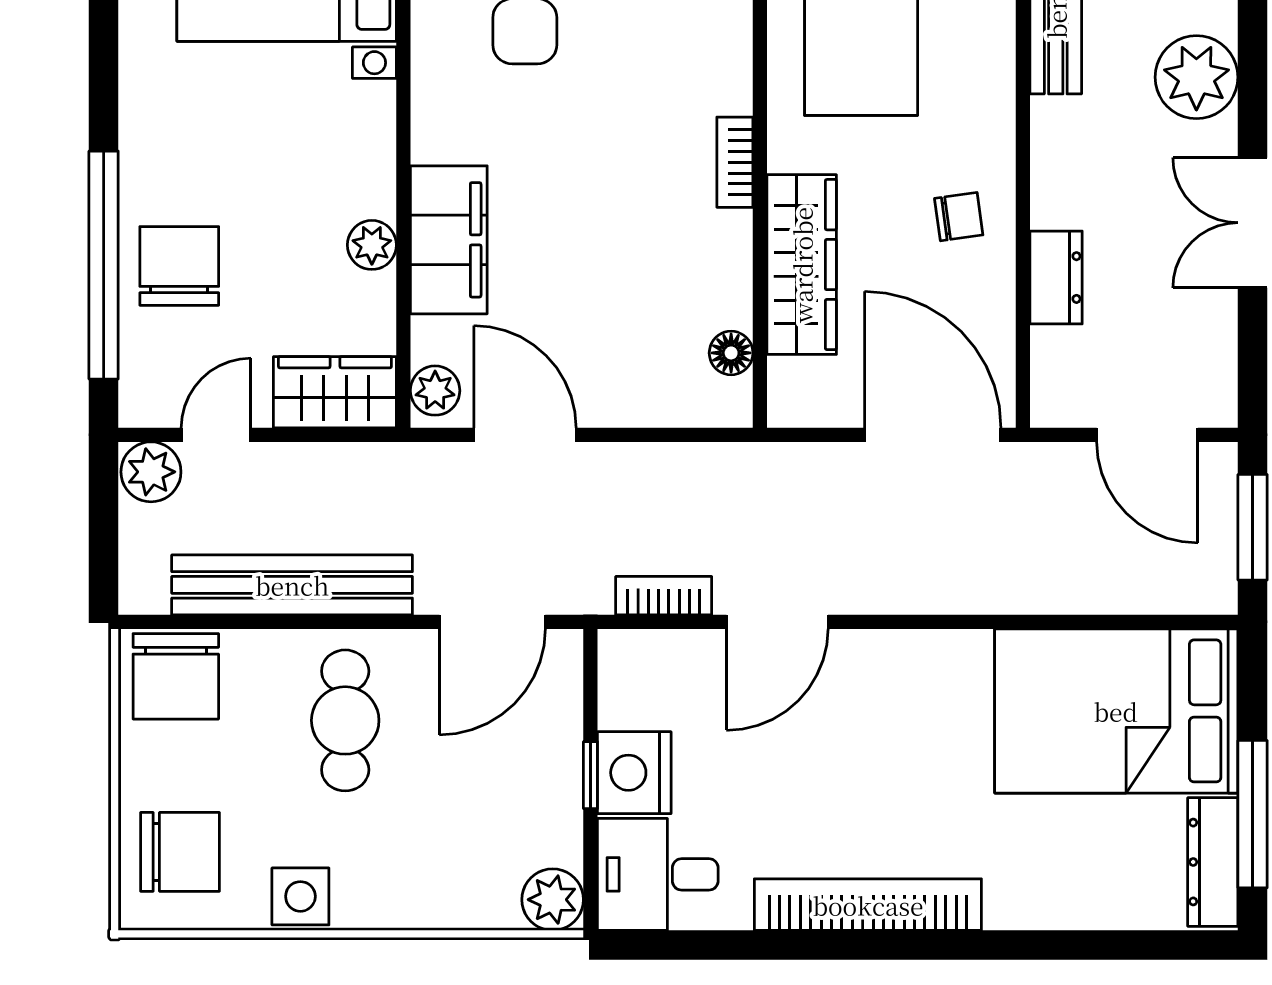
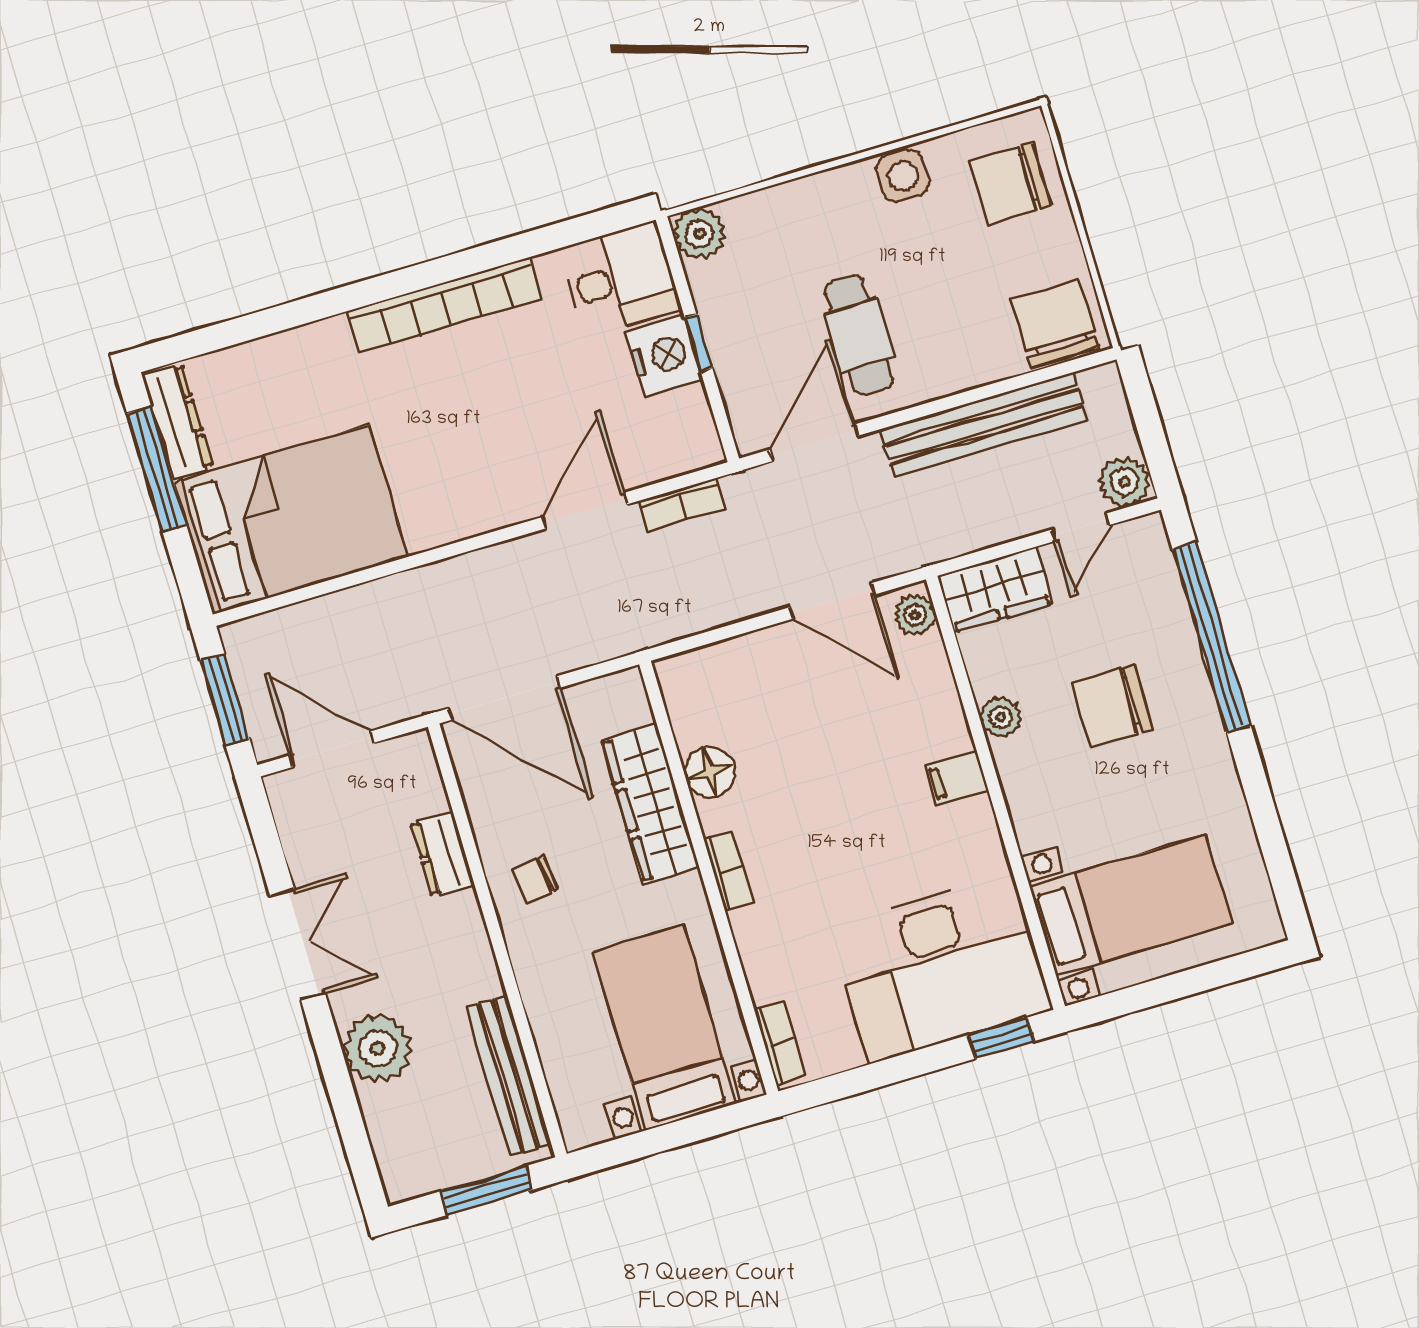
filing cabinet: (449, 240) -> (956, 778), width x0.33, depth x0.86
chair: (179, 266) -> (1112, 706), moved, turned 90
floor lamp: (731, 353) -> (710, 772), moved, width x1.37, depth x1.37
cafe table: (345, 720) -> (859, 336), moved

